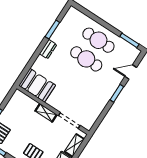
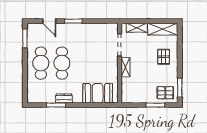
dresser: (48, 49) -> (64, 98), moved
booth: (37, 85) -> (98, 93), moved, turned 90

